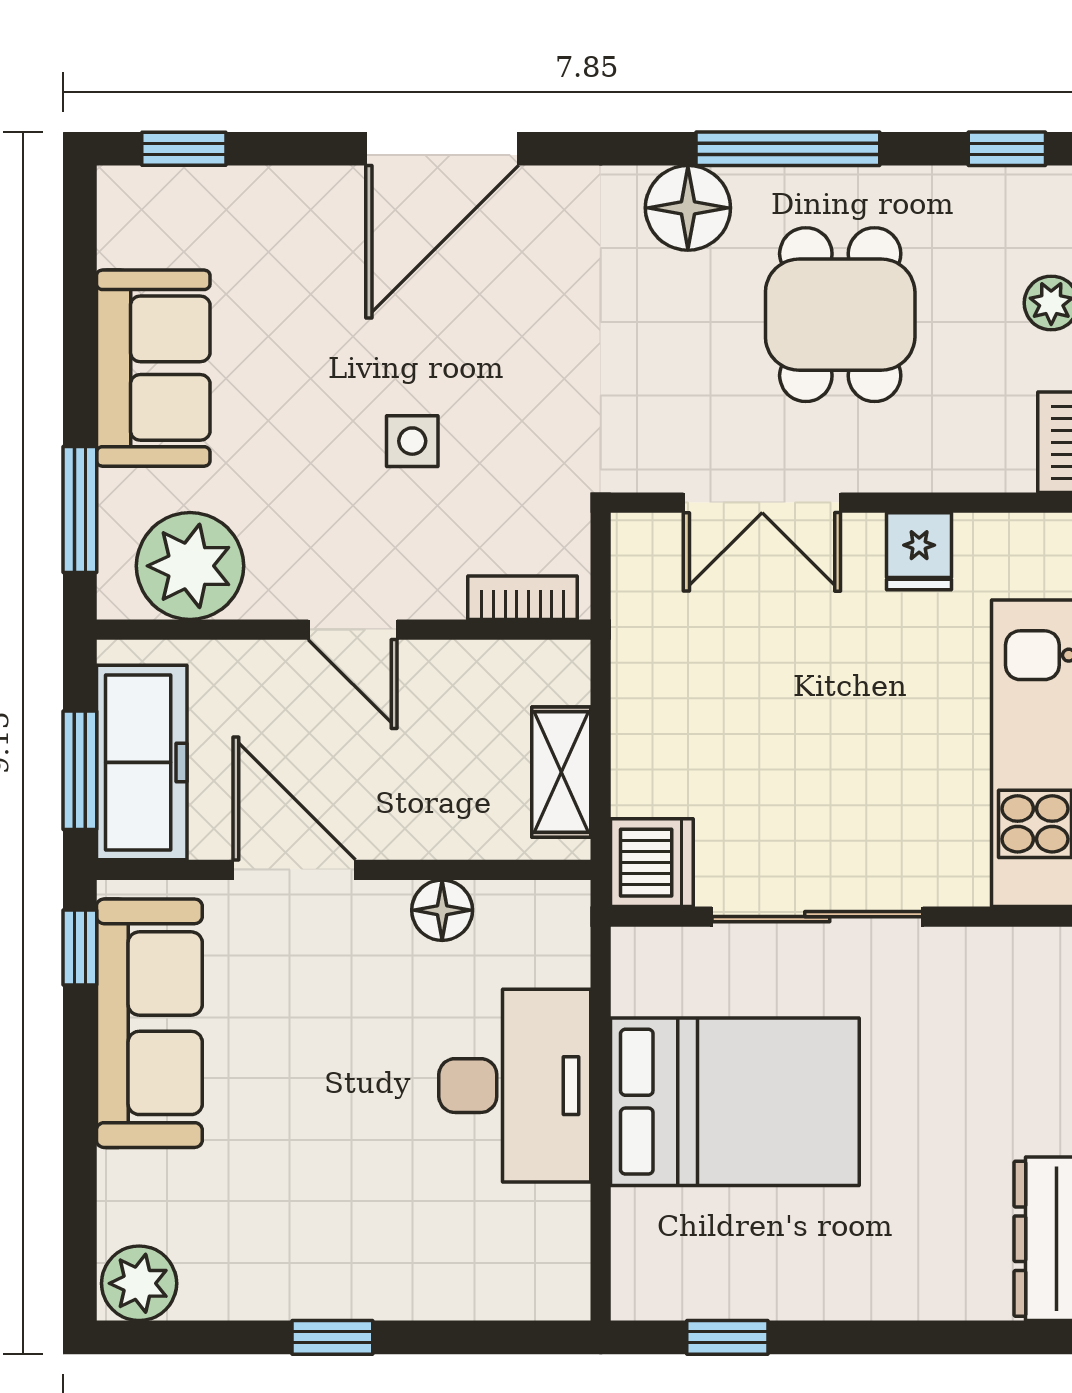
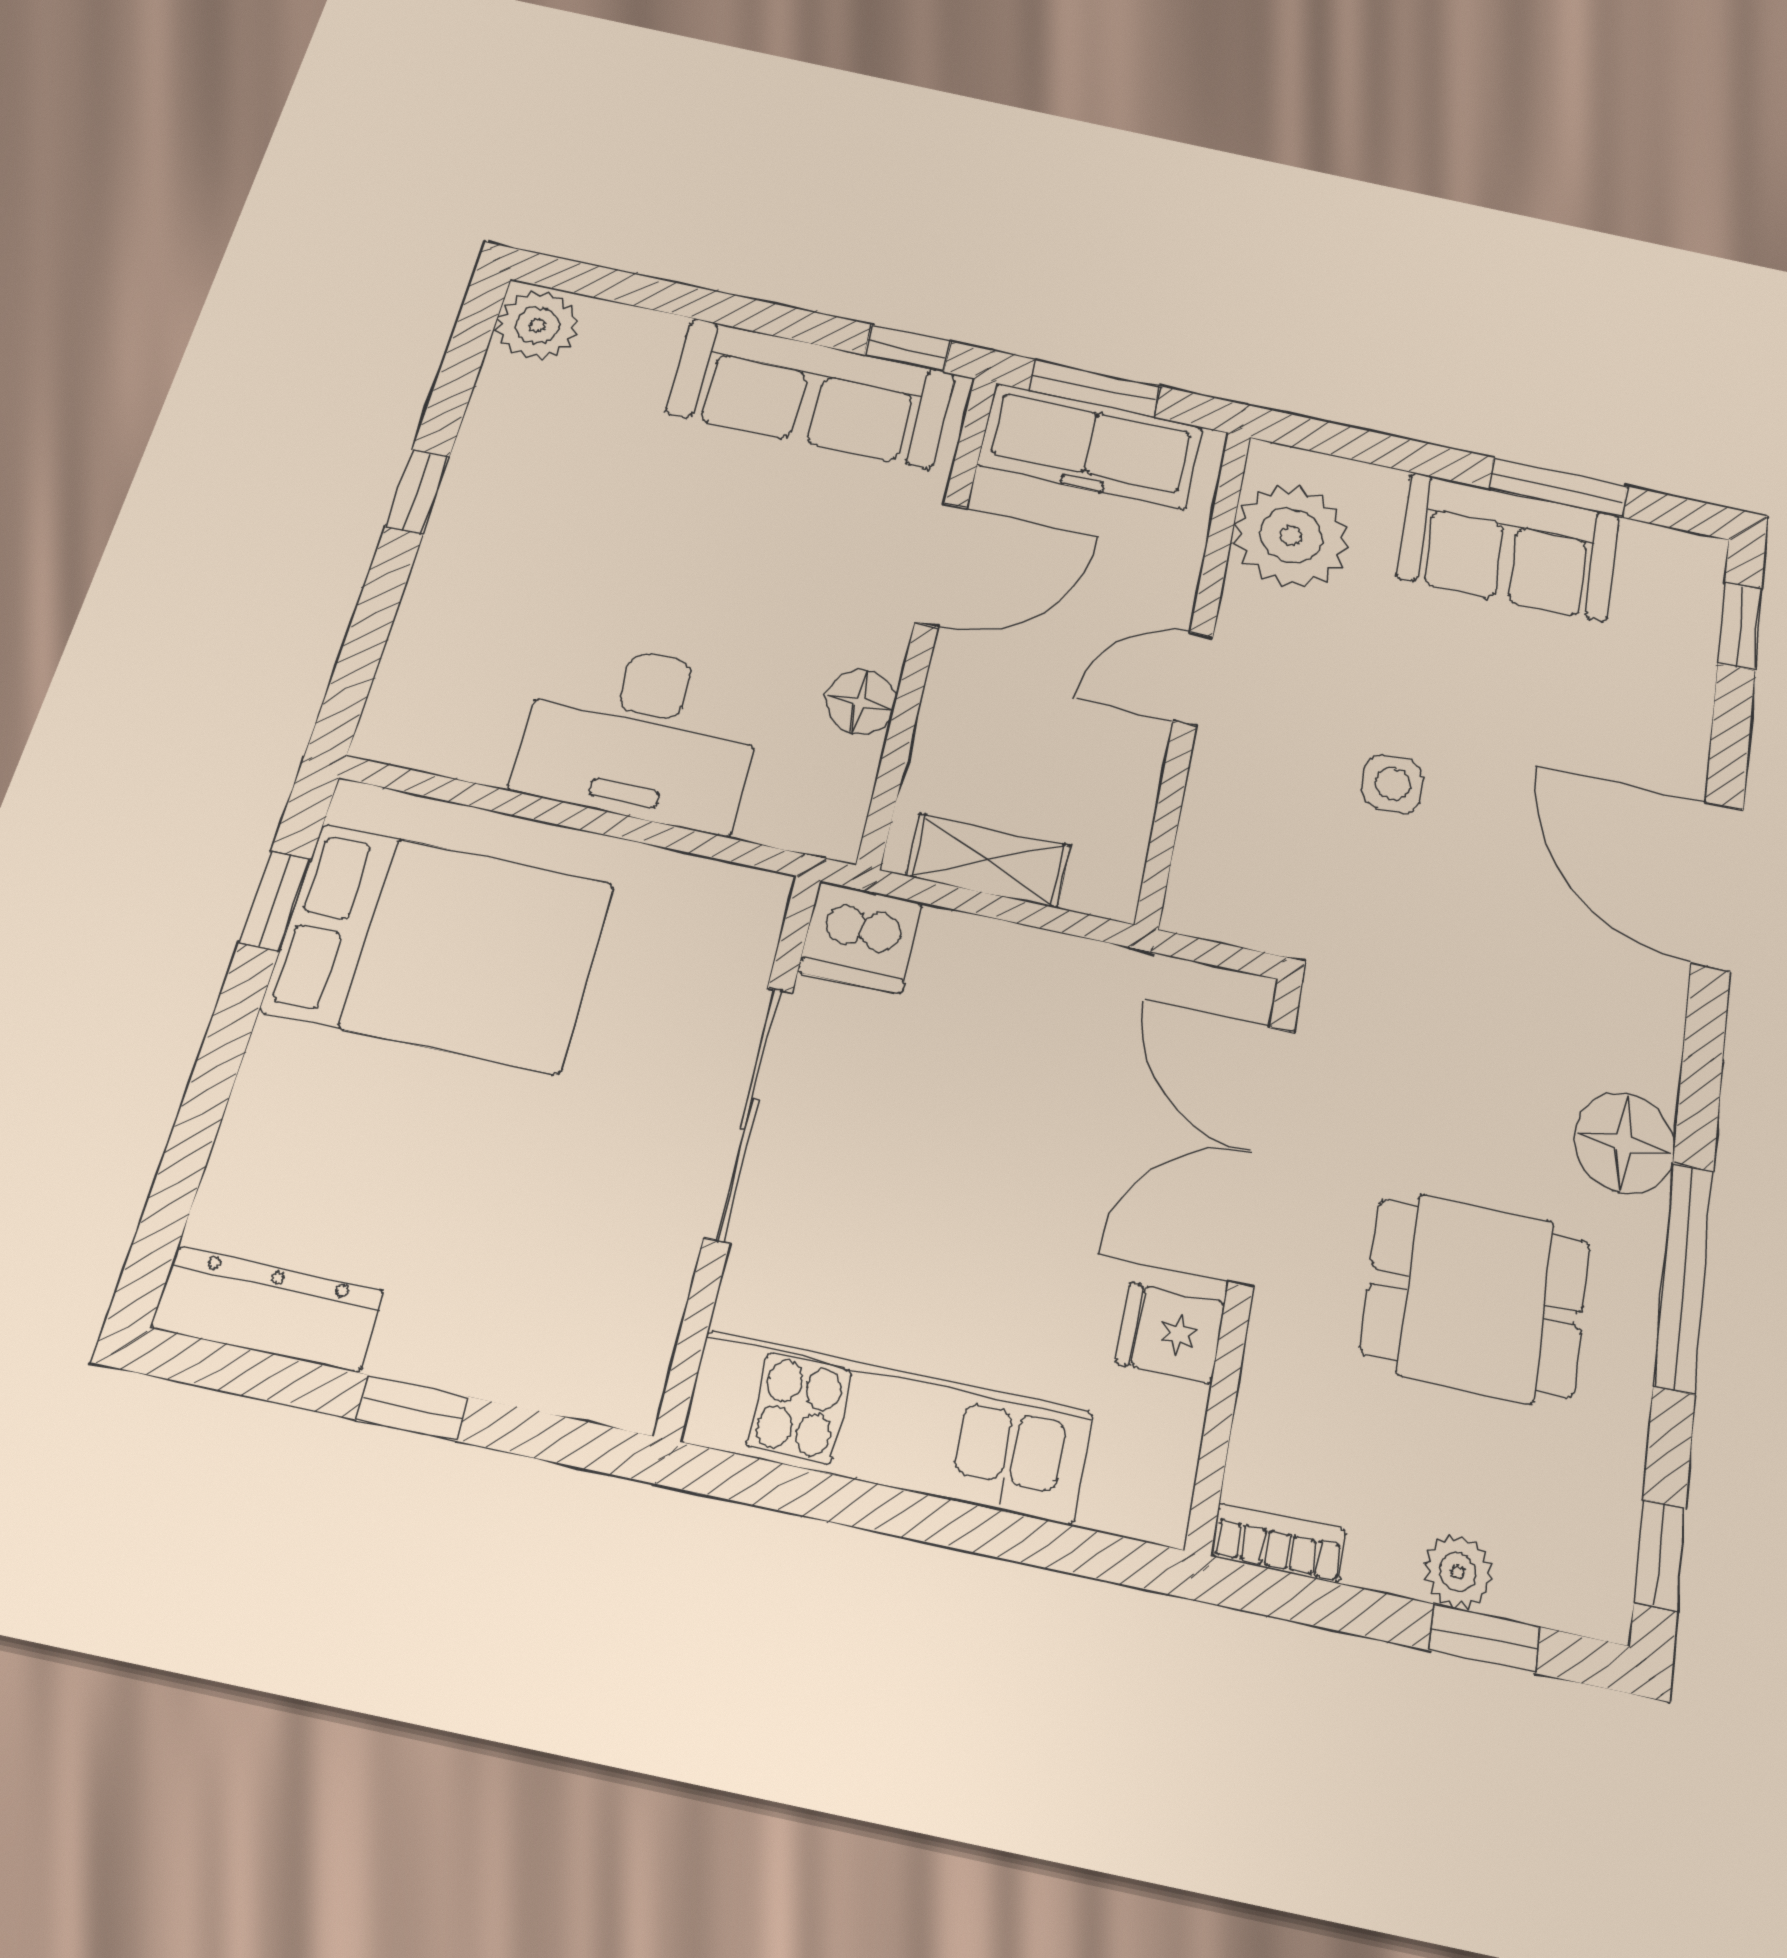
double door: (762, 503) -> (1262, 1155), width x1.37
window: (80, 510) -> (1558, 487), moved
bookcase: (523, 598) -> (1197, 862), removed
bed: (735, 1102) -> (439, 947), moved, turned -90

